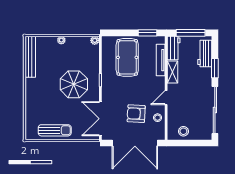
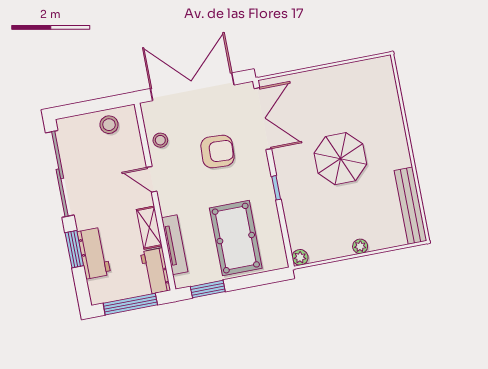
workbench: (205, 54) -> (94, 253), moved
parasol: (74, 84) -> (340, 159), moved
door: (166, 98) -> (152, 179), swing flipped
armchair: (136, 114) -> (217, 152), moved
sun lounger: (55, 130) -> (341, 82), removed

